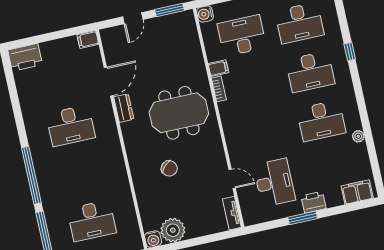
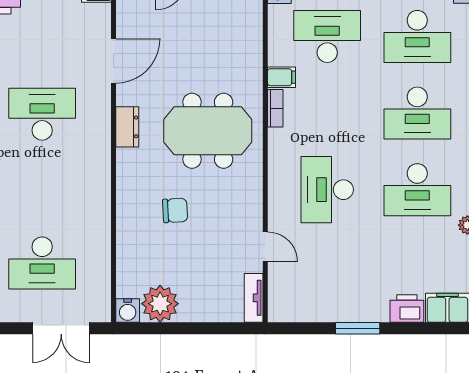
dresser: (124, 108) -> (127, 127), moved
desk: (71, 126) -> (42, 114), turned 180
chair: (169, 168) -> (175, 210), turned -48
desk: (274, 183) -> (327, 190), moved, turned 180
printer: (314, 202) -> (407, 309), moved

